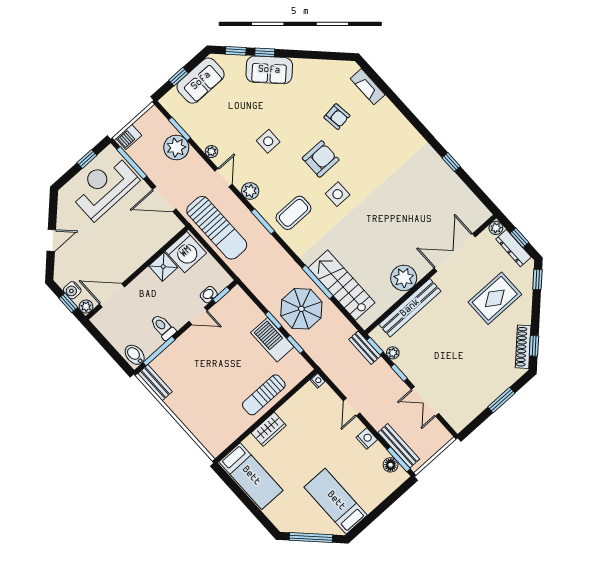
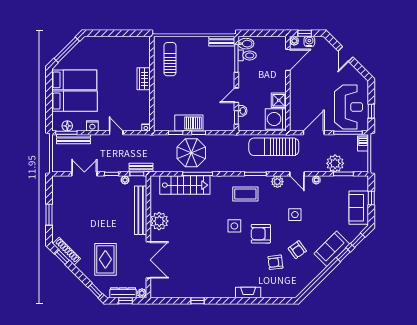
fireplace: (368, 87) -> (248, 293), moved
armchair: (303, 105) -> (297, 250), added
armchair: (321, 159) -> (261, 234), turned 90
coffee table: (293, 213) -> (245, 194), turned 90
toilet: (163, 327) -> (247, 55), moved
sun lounger: (264, 395) -> (170, 59), moved
bed: (251, 476) -> (74, 101), moved, turned 180

